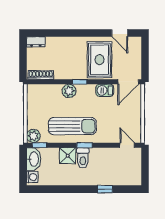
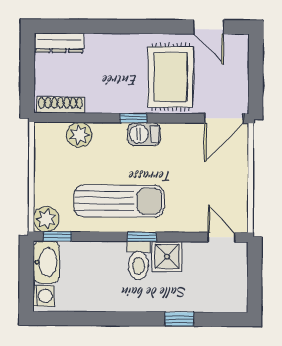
dresser: (36, 42) -> (59, 43), width x1.44
barbecue: (105, 90) -> (144, 134), moved
plant: (69, 91) -> (79, 135), moved
shower: (68, 156) -> (167, 256), moved

